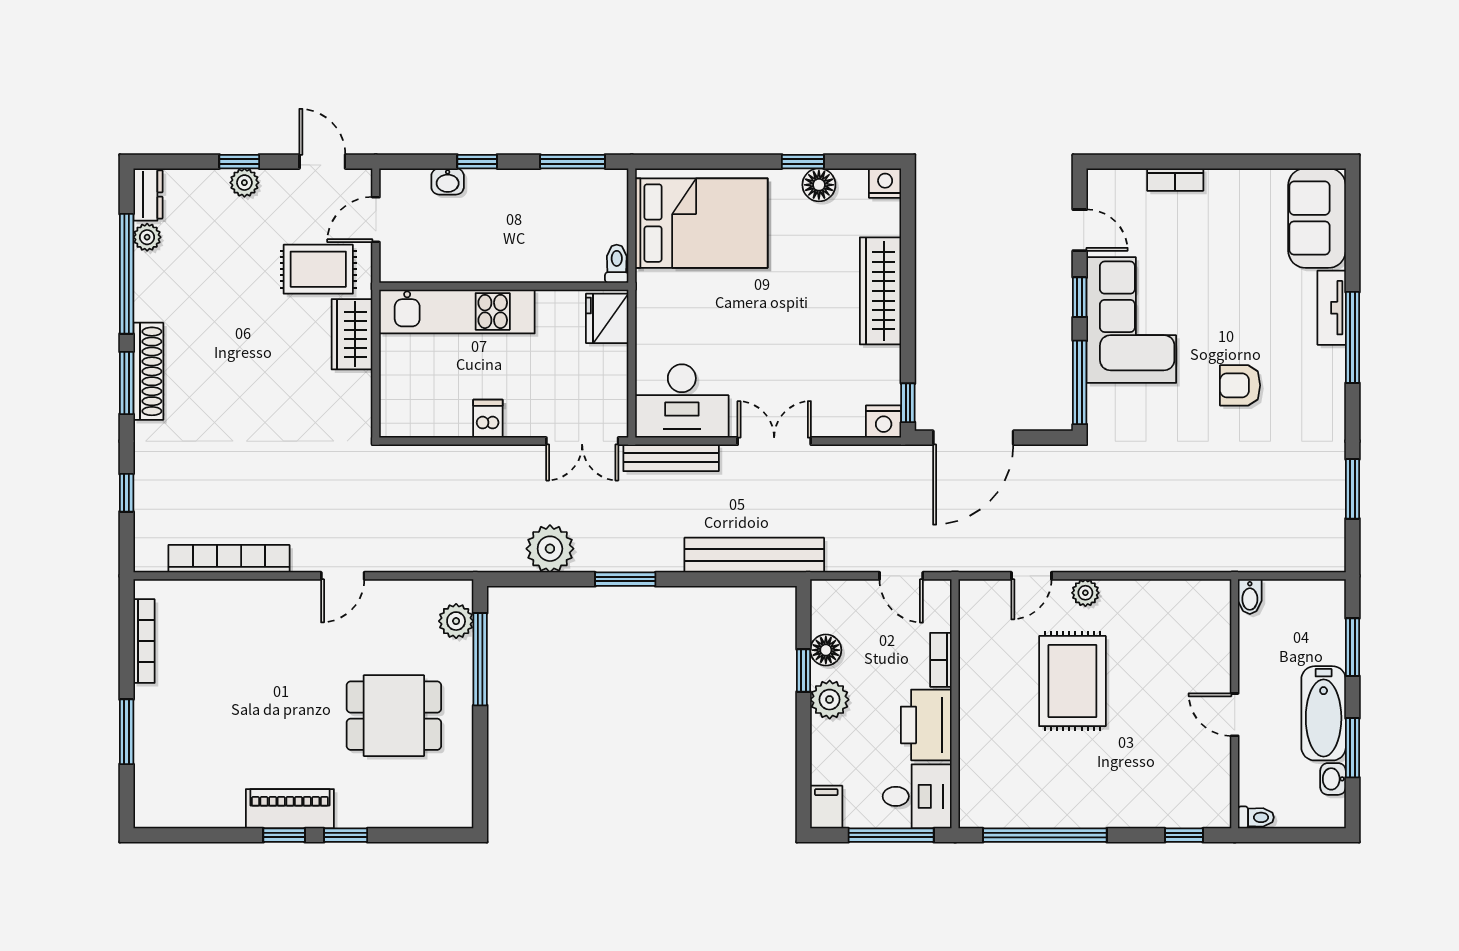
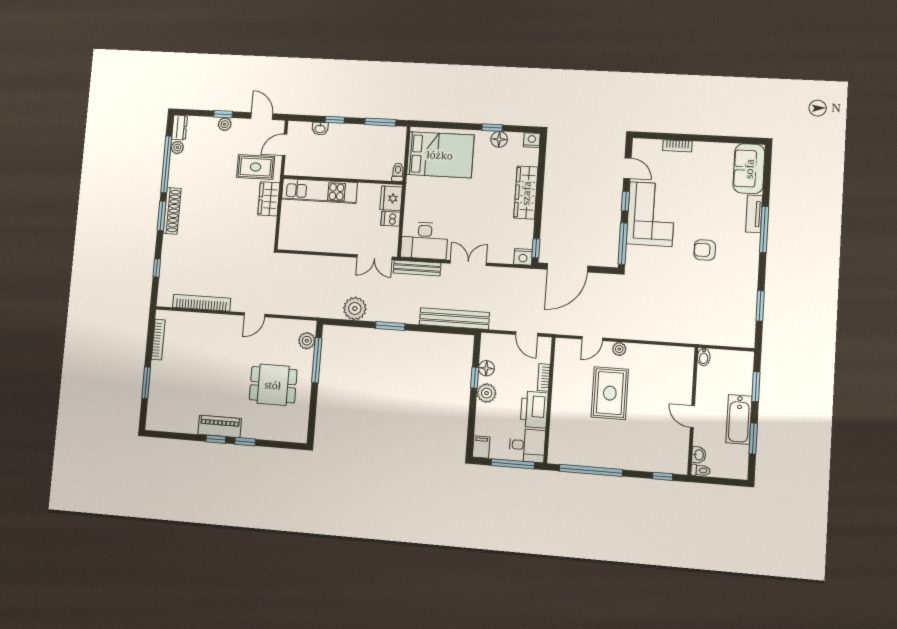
dishwasher: (488, 419) -> (391, 219), moved, turned -90
washbasin: (1333, 779) -> (699, 455), moved, turned 180

